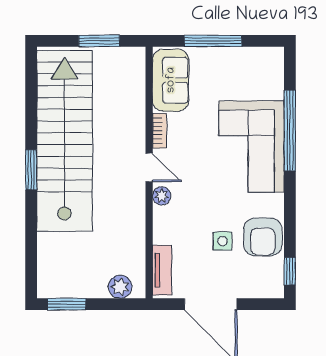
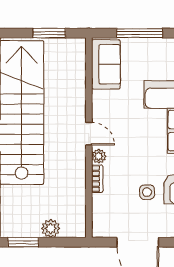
bookcase: (160, 131) -> (97, 179), moved
tv unit: (162, 270) -> (99, 215), removed
plant: (120, 287) -> (51, 228), moved

